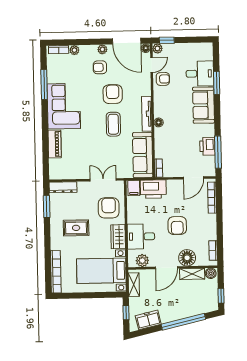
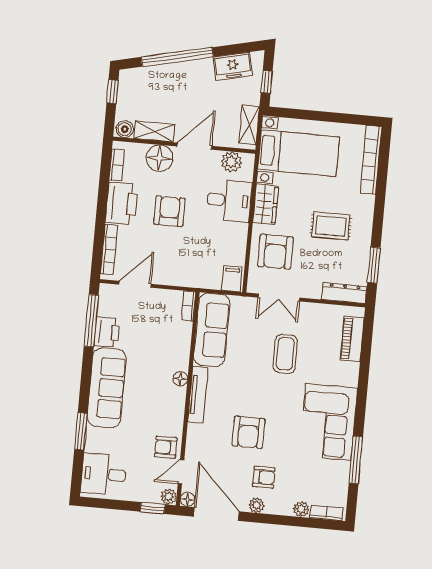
desk: (200, 74) -> (104, 474), moved
sofa: (204, 105) -> (107, 388), width x1.36
coffee table: (113, 124) -> (285, 354), moved
piano: (55, 144) -> (352, 339), moved
printer: (153, 189) -> (122, 203), moved, turned 90

